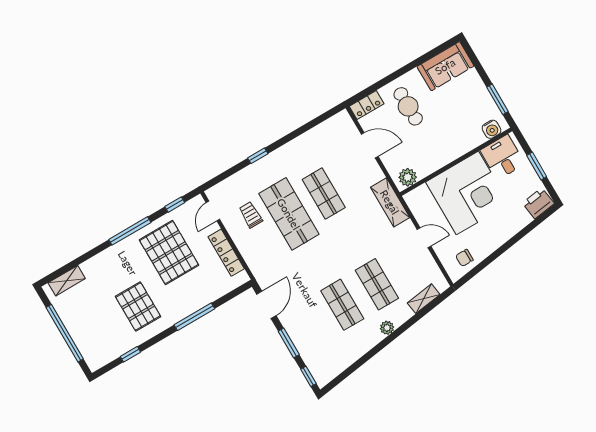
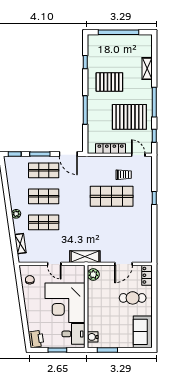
shop shelf: (324, 194) -> (44, 170), moved
door: (424, 238) -> (54, 264), hinge flipped
shelving: (67, 281) -> (147, 69), moved

